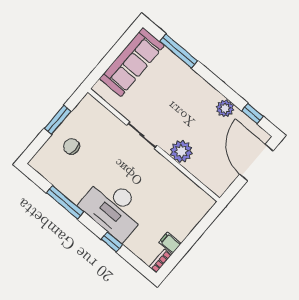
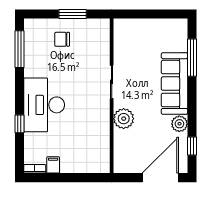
sofa: (132, 62) -> (174, 84), moved, turned 90
chair: (71, 146) -> (62, 39), turned -90
window: (65, 202) -> (19, 49), moved

